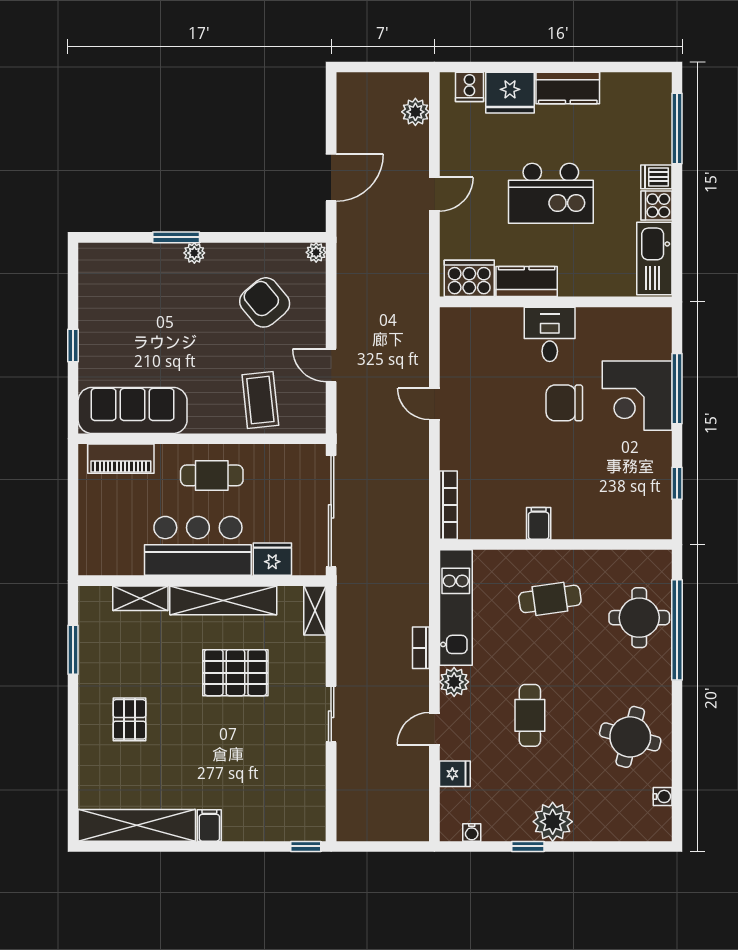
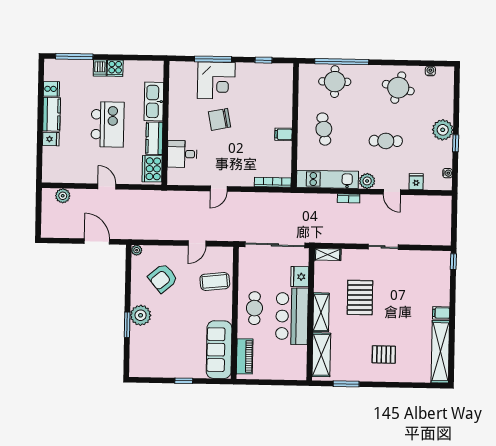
cooker: (469, 87) -> (51, 89), moved
fridge: (510, 93) -> (51, 139), width x0.53, depth x0.75
plant: (194, 253) -> (141, 315), width x1.87, depth x1.87
kitchen sink: (654, 258) -> (154, 101), moved, turned 90
desk: (550, 334) -> (182, 154), moved
chair: (564, 403) -> (219, 119), turned 79
shelving: (140, 598) -> (321, 355), width x1.50, depth x1.33
shelving: (223, 600) -> (321, 312), width x0.68

